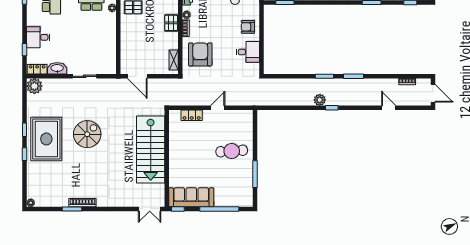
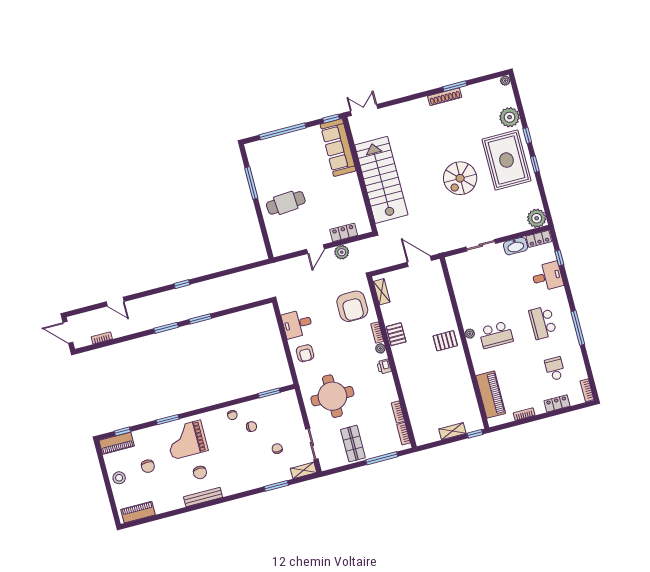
armchair: (248, 27) -> (305, 353), turned 90
plant: (320, 100) -> (342, 252), moved
plant: (35, 173) -> (510, 117), added
sofa: (191, 197) -> (338, 147), moved, turned 90

